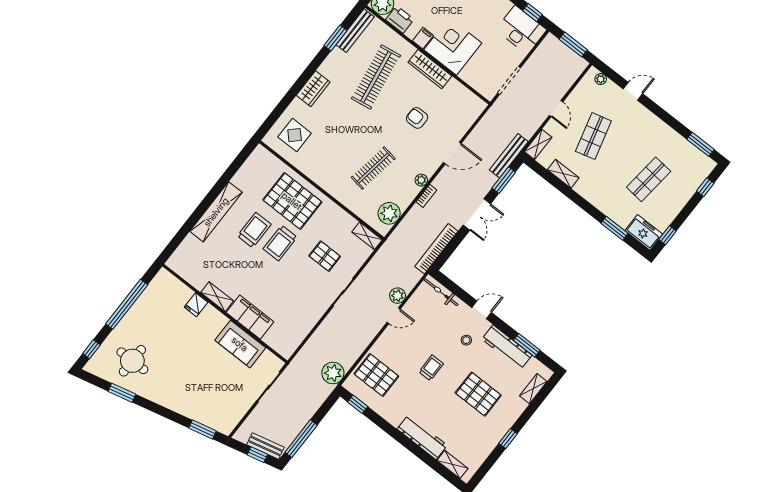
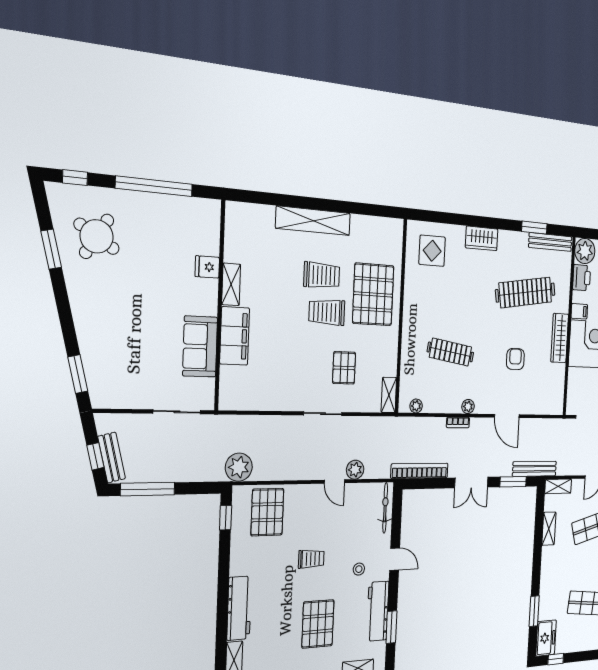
plant: (389, 213) -> (416, 406), width x0.53, depth x0.53
round table: (132, 361) -> (97, 236), turned 32

